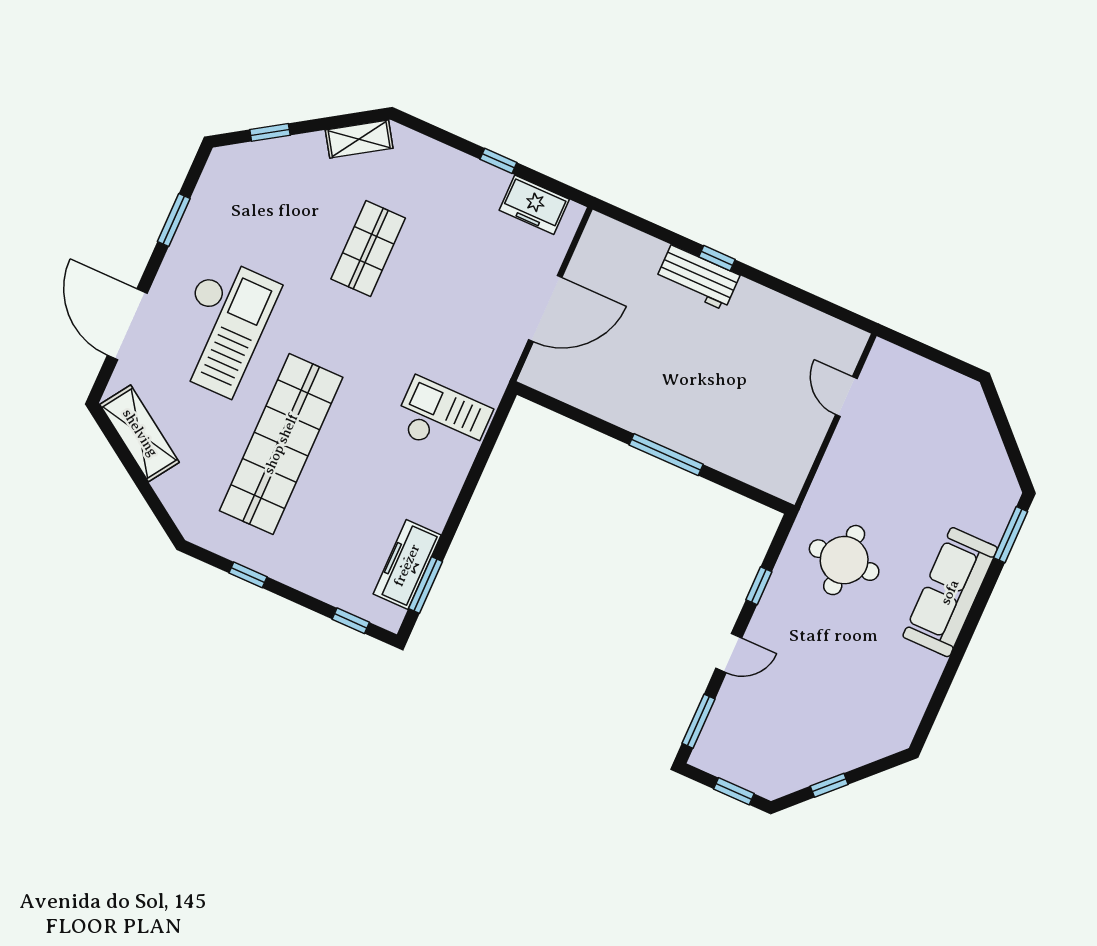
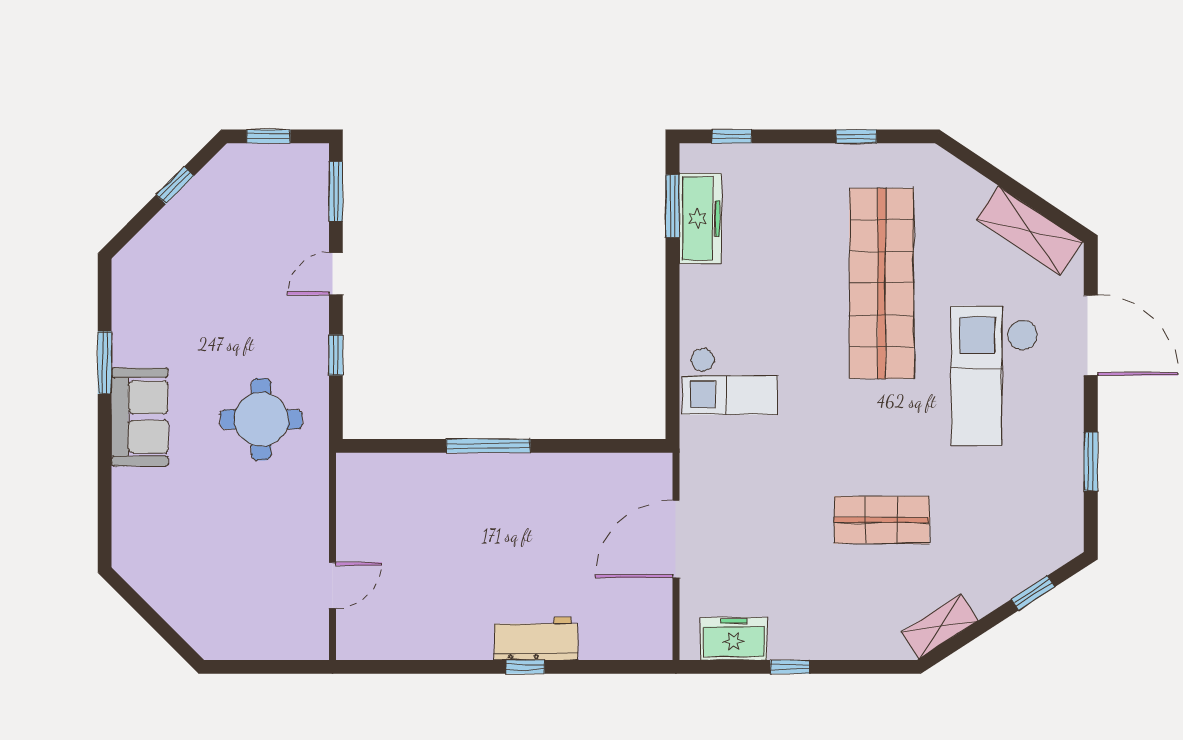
shop shelf: (368, 249) -> (882, 520), turned 90
door: (846, 397) -> (332, 585), hinge flipped
window: (1011, 535) -> (105, 363), moved
sofa: (950, 592) -> (140, 417), width x0.73

